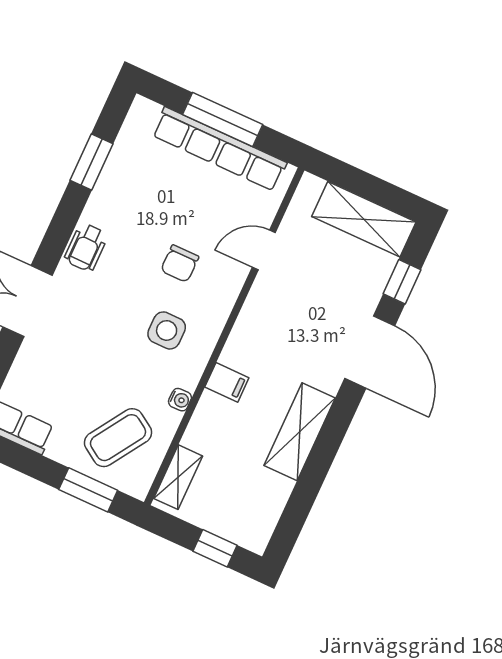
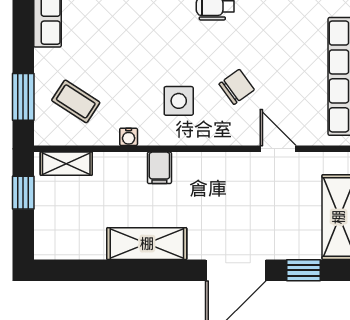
chair: (180, 264) -> (237, 87), turned 144
coffee table: (118, 438) -> (76, 101), width x0.73, depth x0.77
window: (215, 548) -> (23, 193), moved

